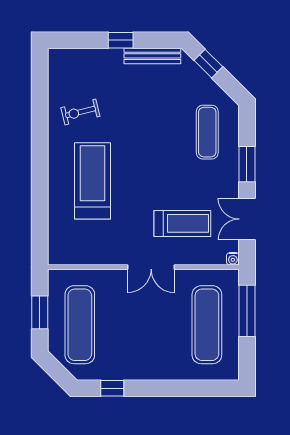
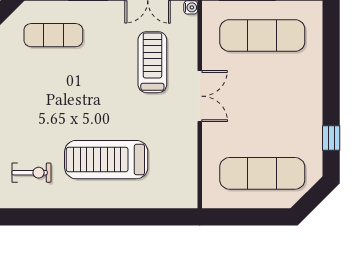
exercise bike: (80, 112) -> (32, 173), turned -76
window: (40, 312) -> (249, 217), removed

